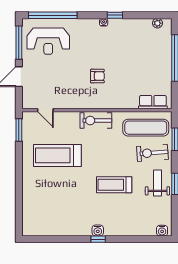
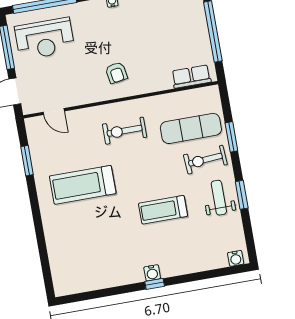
armchair: (97, 76) -> (116, 73), turned 81
row of seats: (153, 102) -> (191, 77), moved
door: (45, 110) -> (54, 112), moved
wall: (97, 110) -> (121, 100), moved

